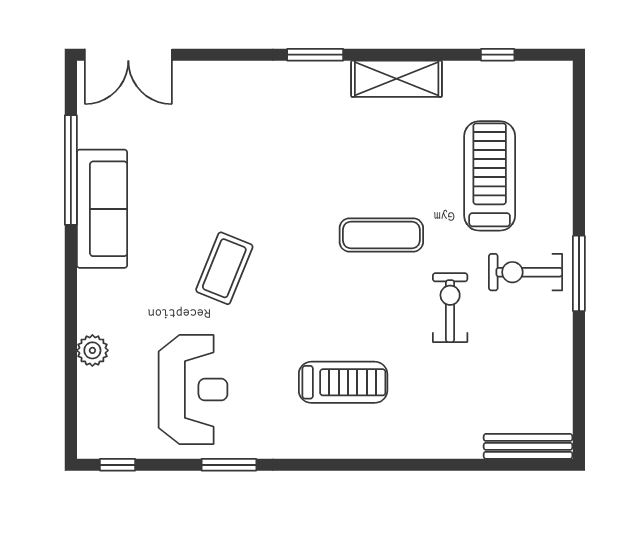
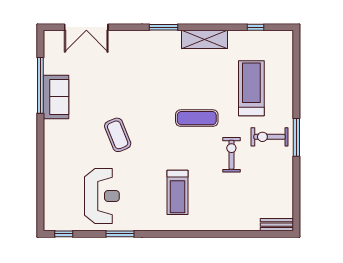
double door: (128, 55) -> (86, 27), moved
sofa: (102, 209) -> (56, 97), width x0.73
coffee table: (224, 268) -> (118, 135), turned -44
plant: (92, 350) -> (51, 176), removed
treadmill: (343, 382) -> (177, 192), turned 90
bench: (528, 446) -> (277, 225), width x0.73

